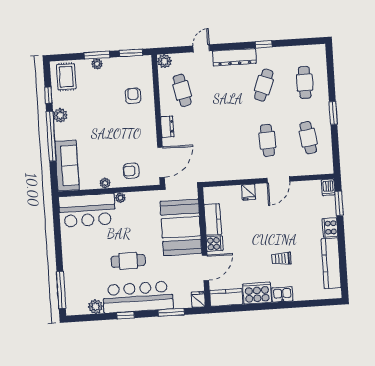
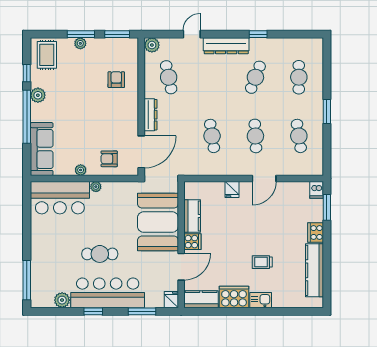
dresser: (167, 127) -> (150, 115), width x1.44
cafe table: (227, 143) -> (212, 136), added

